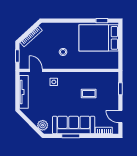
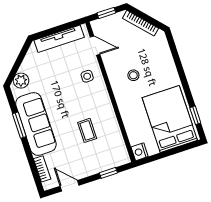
nightstand: (114, 64) -> (140, 152), added
door: (36, 70) -> (95, 46), hinge flipped
door: (120, 116) -> (70, 186), hinge flipped

